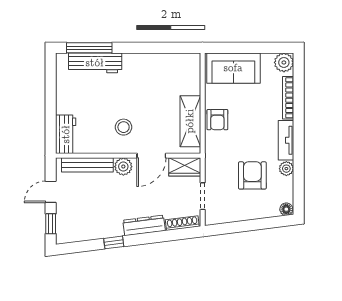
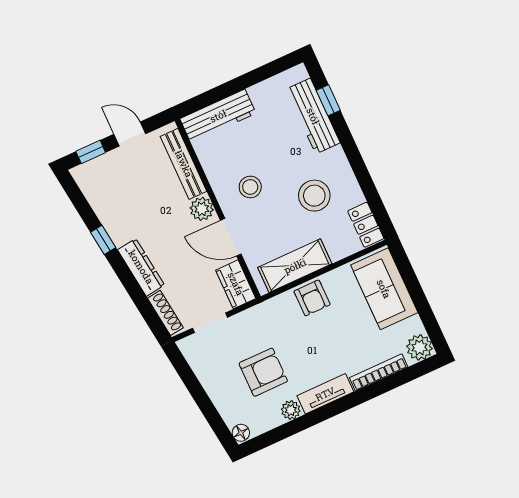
window: (89, 48) -> (328, 100), width x0.46
locker: (185, 61) -> (366, 225), added
stool: (149, 87) -> (314, 196), added
armchair: (217, 120) -> (312, 298), turned -90
workbench: (66, 134) -> (218, 116), width x1.38

